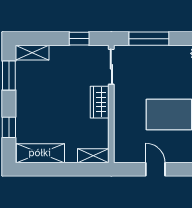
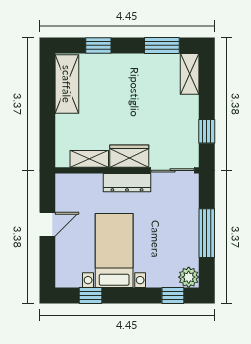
window: (149, 39) -> (207, 233), moved
dresser: (121, 104) -> (127, 183), added
shelving: (93, 156) -> (89, 159), moved, turned 90

